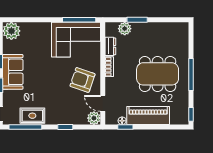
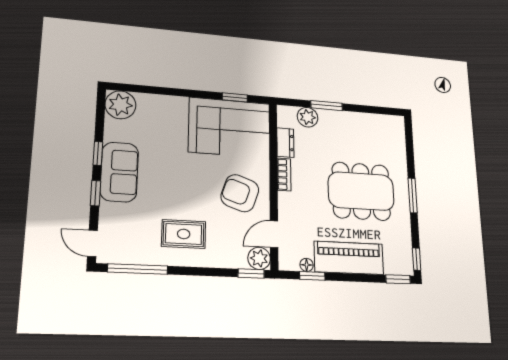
window: (79, 20) -> (235, 97), width x0.46
window: (191, 74) -> (413, 195), width x0.69
door: (103, 103) -> (274, 234), hinge flipped
rug: (32, 116) -> (184, 234), moved
window: (65, 127) -> (251, 273), moved
window: (178, 127) -> (398, 279), added

